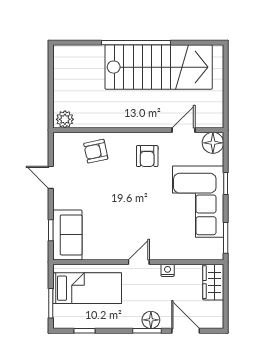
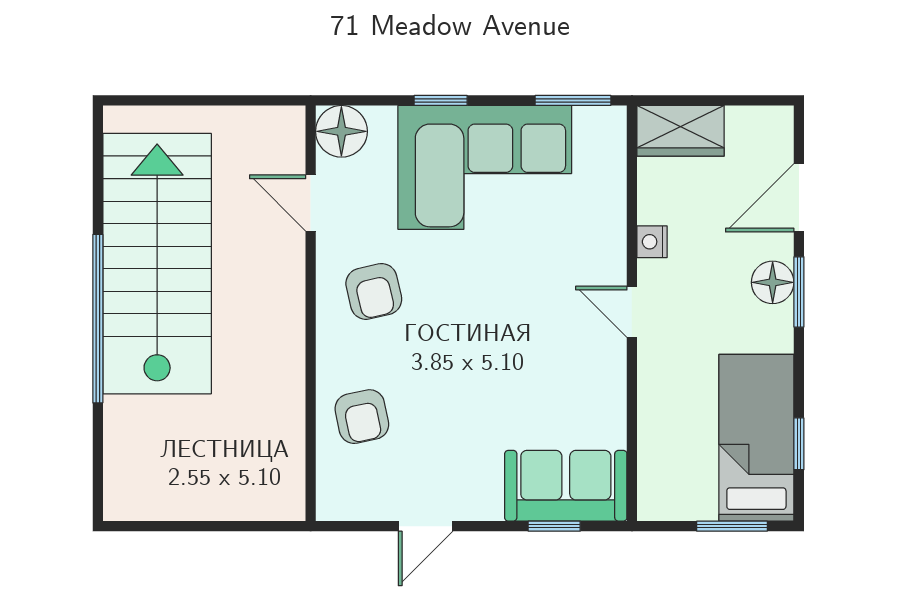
plant: (65, 119) -> (284, 492), removed
armchair: (147, 156) -> (374, 291), turned 77
bed: (87, 288) -> (756, 438), moved

